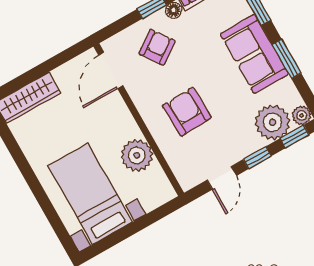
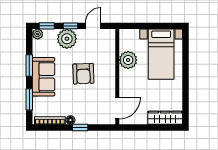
armchair: (157, 47) -> (89, 107), removed
armchair: (187, 112) -> (83, 74), moved
plant: (273, 122) -> (67, 39), moved

